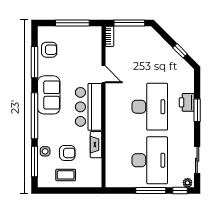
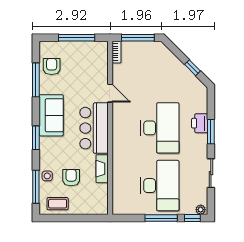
armchair: (49, 50) -> (52, 67), turned -90
window: (35, 116) -> (36, 138), width x0.47
armchair: (67, 153) -> (71, 178), turned -90
sliding door: (197, 160) -> (211, 173), moved
coffee table: (66, 175) -> (58, 204), moved

